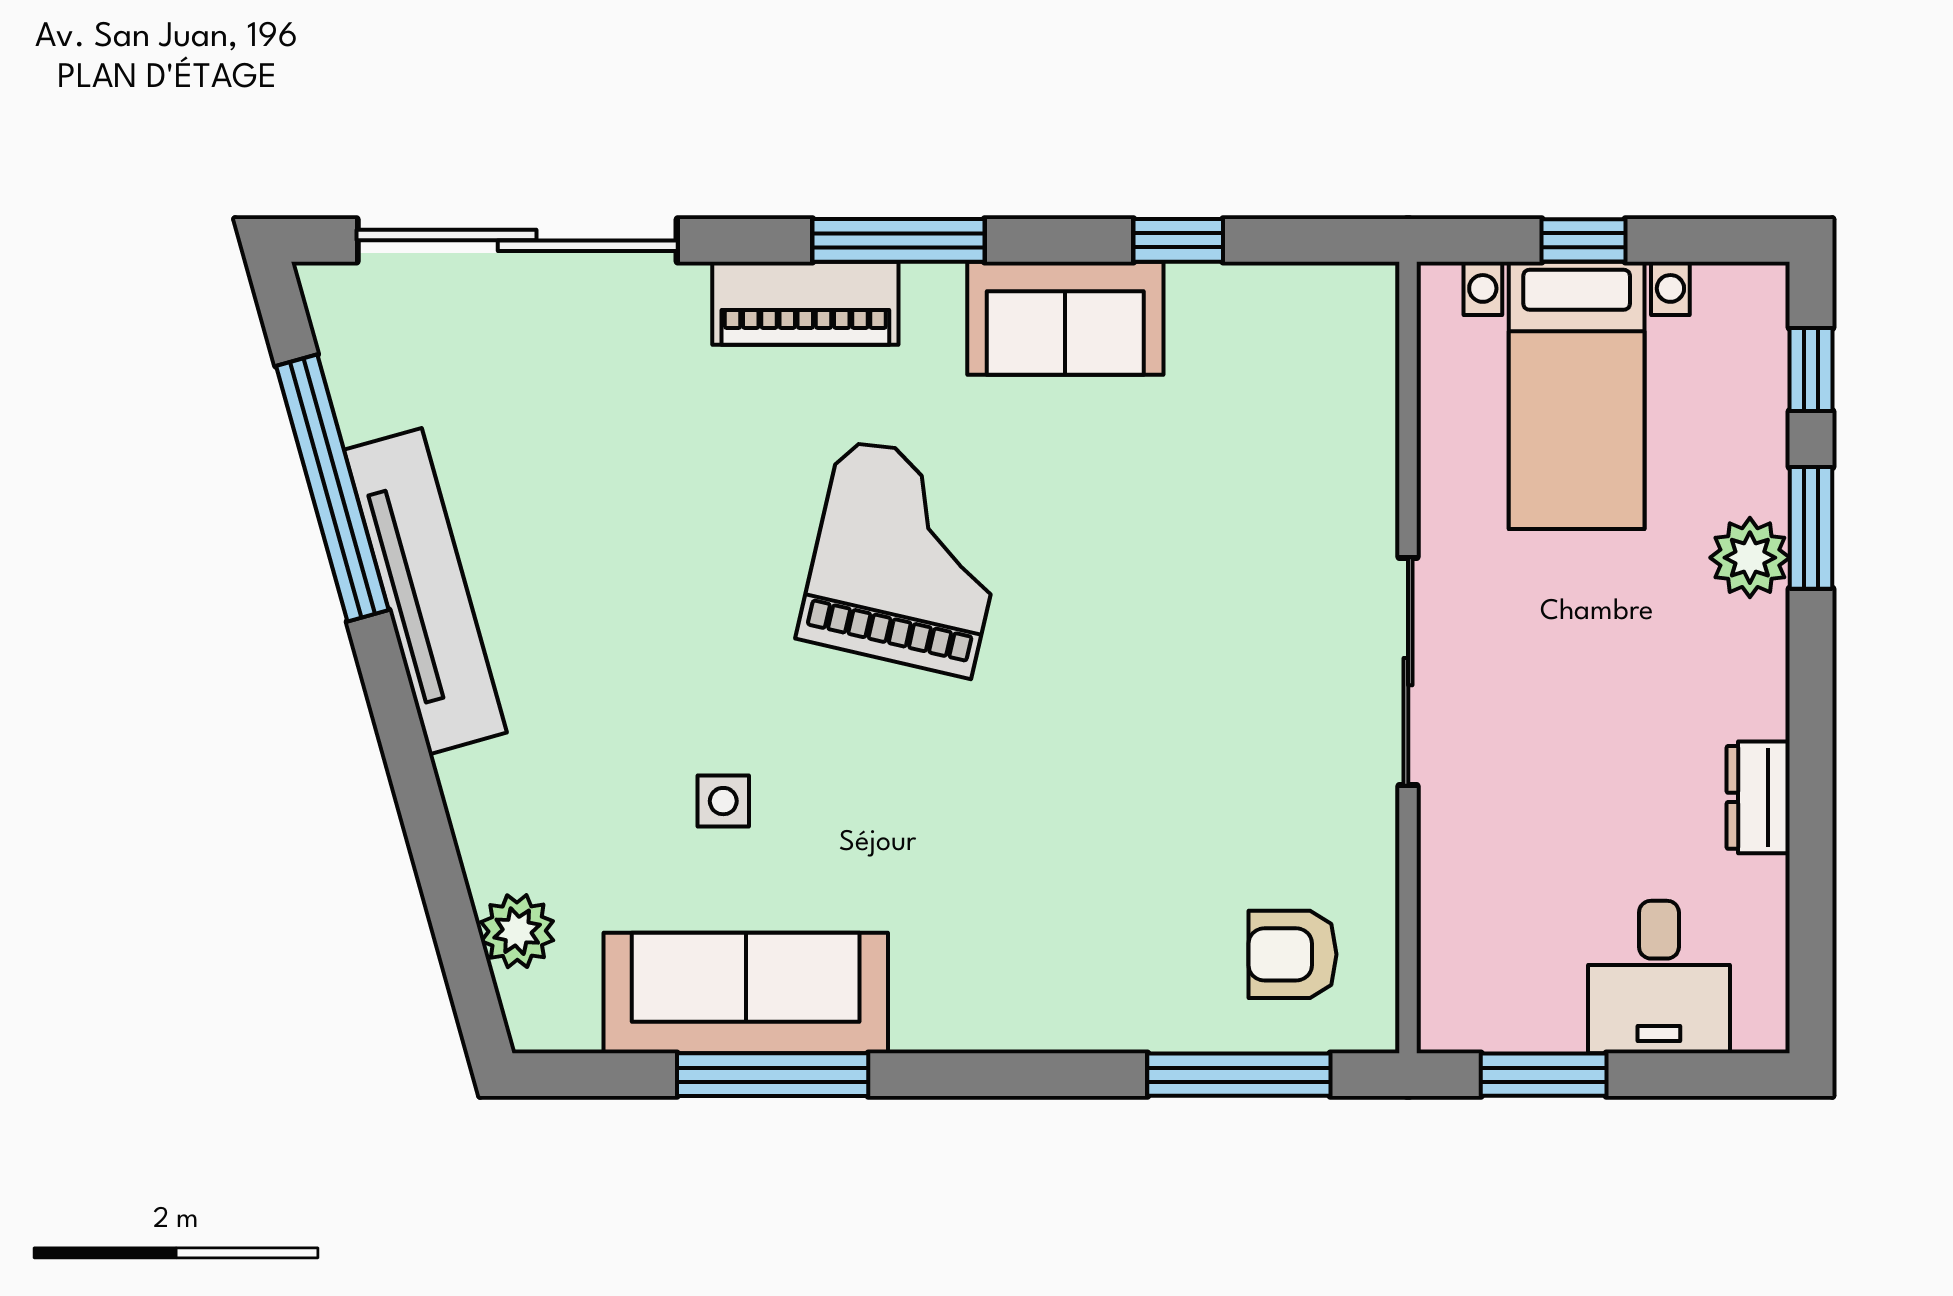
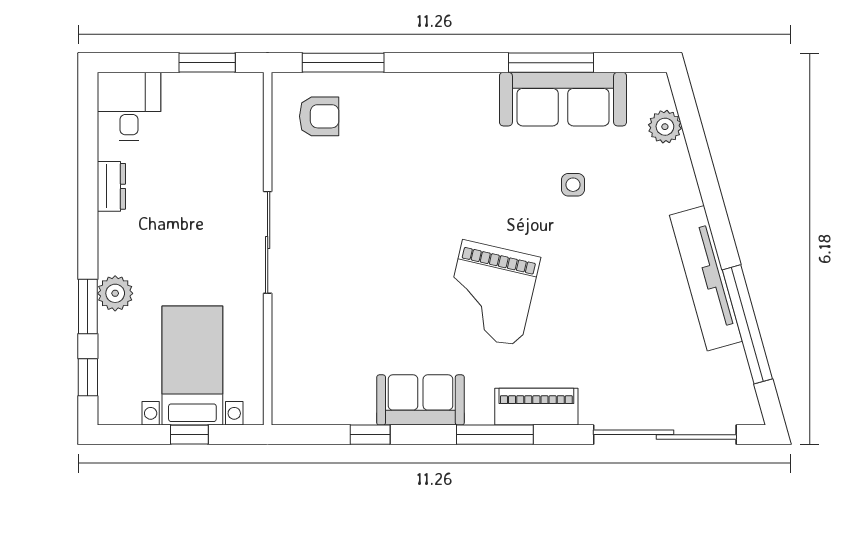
desk: (1659, 977) -> (129, 106), moved

